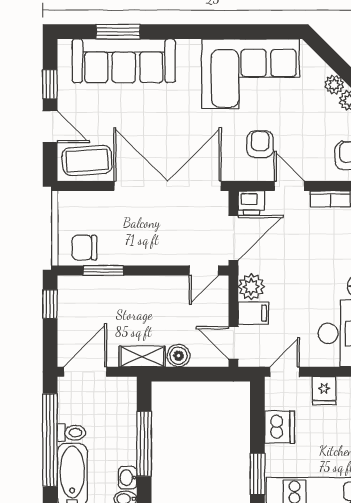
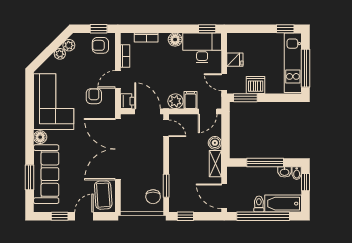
floor lamp: (188, 50) -> (40, 137), added
armchair: (260, 144) -> (94, 96), turned 90
window: (257, 474) -> (245, 98), moved

